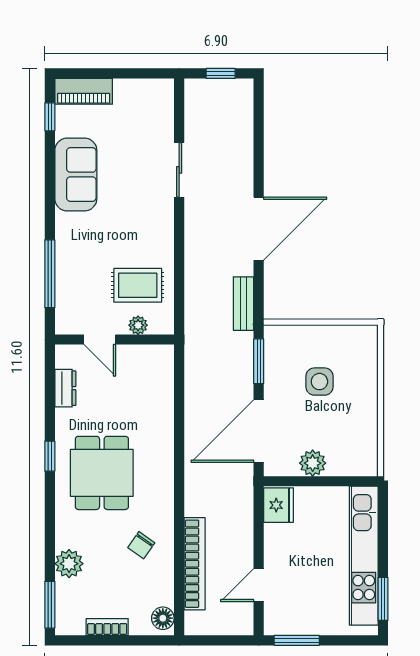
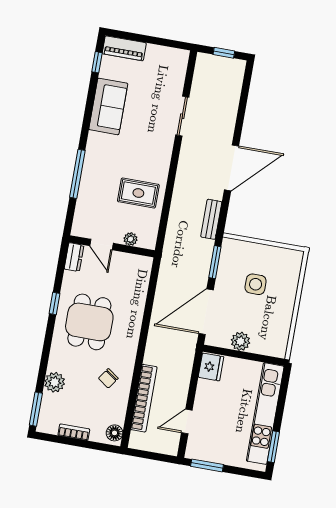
plant: (138, 325) -> (131, 239), moved
door: (100, 340) -> (101, 244), moved
wall: (114, 340) -> (112, 246), moved

